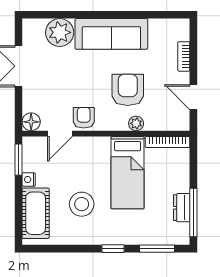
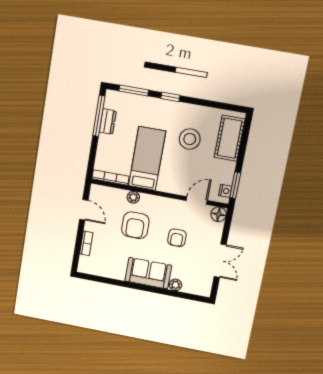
plant: (60, 32) -> (176, 285), width x0.53, depth x0.53
sofa: (111, 34) -> (148, 273), width x0.73
armchair: (84, 118) -> (177, 238), moved
nightstand: (29, 180) -> (225, 191), moved

